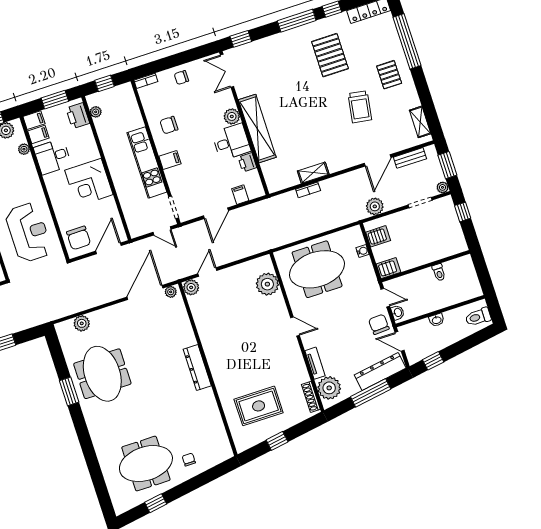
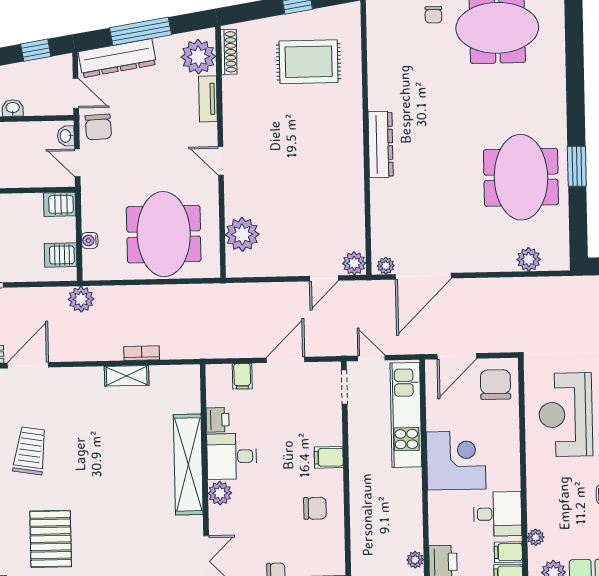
kitchen unit: (147, 162) -> (406, 415), moved, turned 180
plant: (375, 206) -> (81, 299), moved
meeting table: (317, 269) -> (164, 234), turned 90

